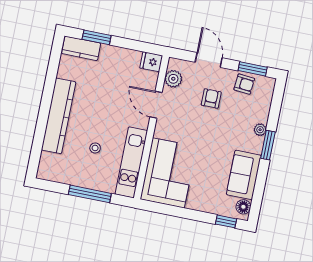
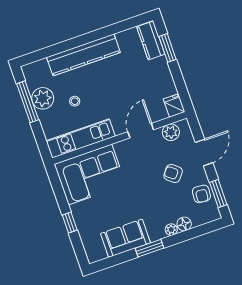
armchair: (211, 98) -> (173, 174), turned -141
window: (268, 145) -> (149, 248), moved
plant: (76, 175) -> (43, 98), added
window: (90, 194) -> (28, 102), moved
floor lamp: (243, 207) -> (184, 224), moved
window: (226, 221) -> (70, 223), moved

